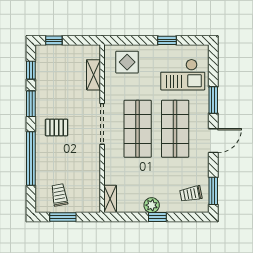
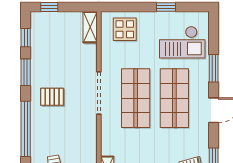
shelving: (93, 75) -> (90, 27), moved

